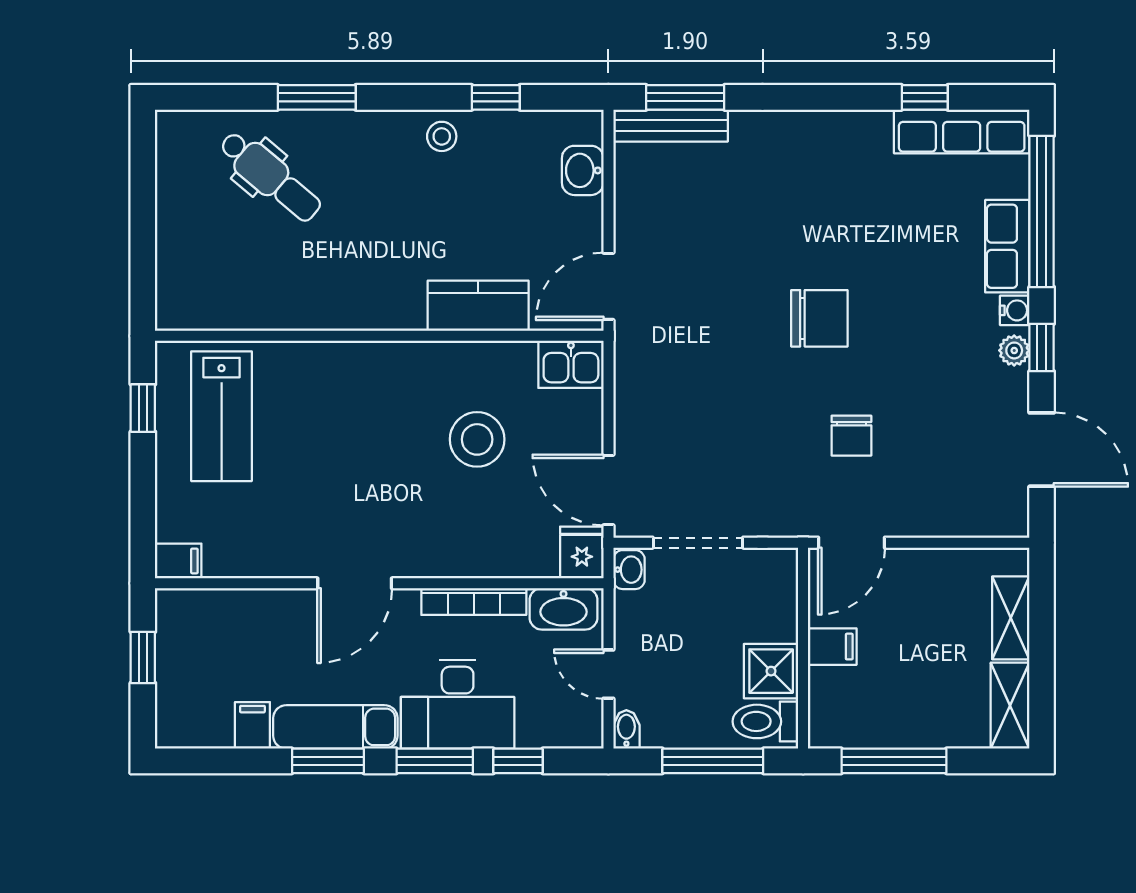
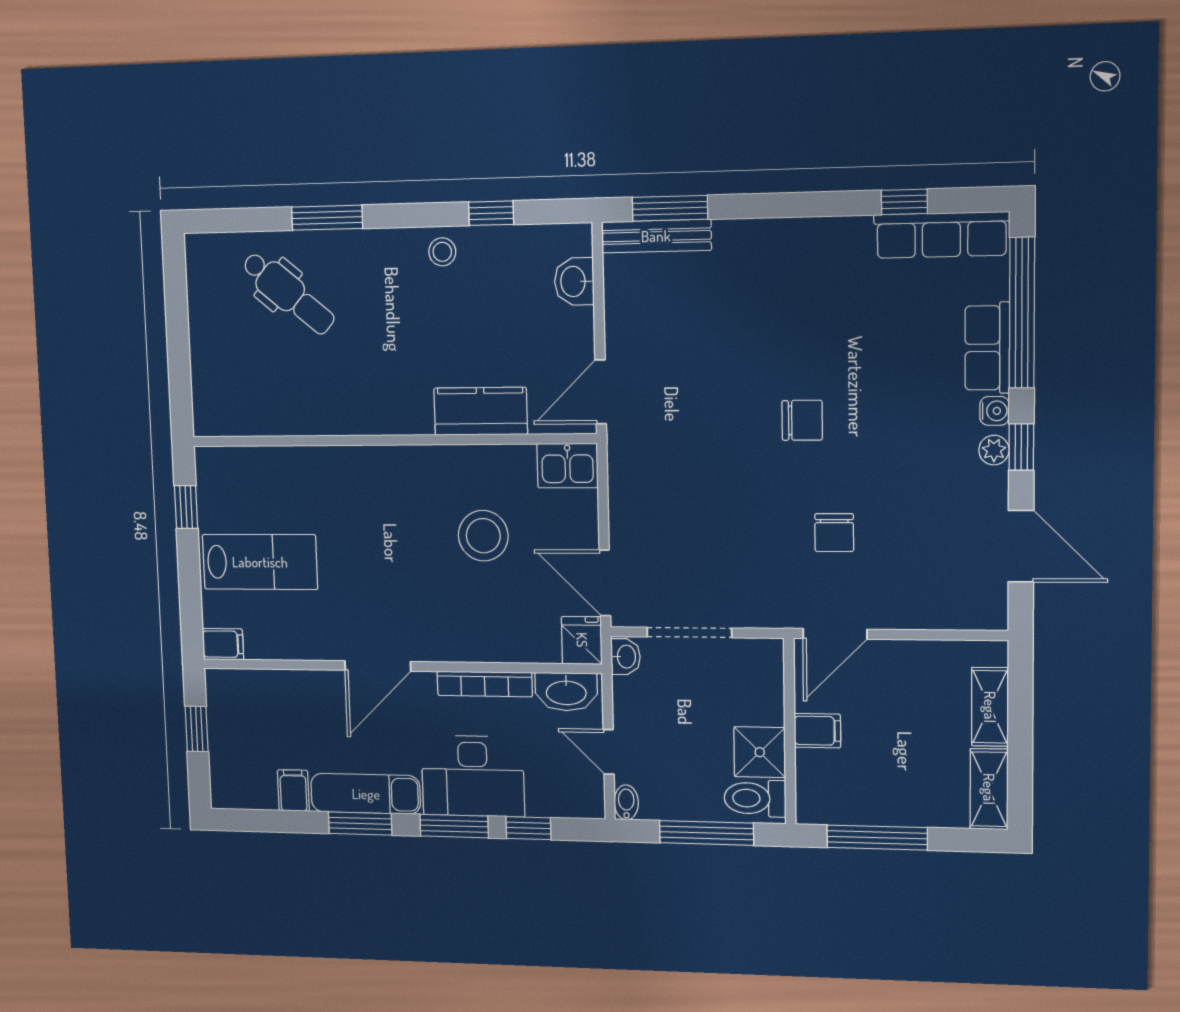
chair: (819, 318) -> (802, 420), width x0.73, depth x0.73
lab bench: (222, 416) -> (260, 562), moved, turned -90

